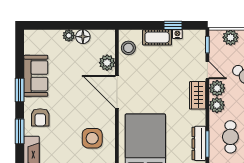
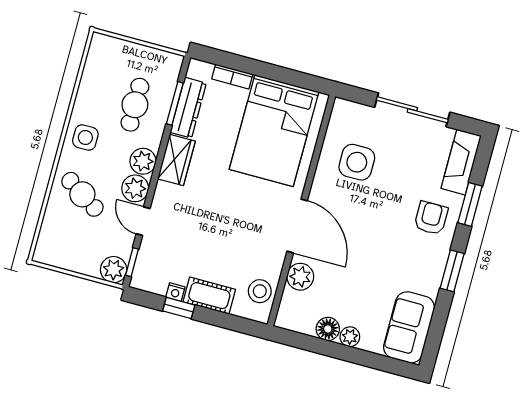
plant: (231, 37) -> (114, 270), moved
sofa: (36, 76) -> (409, 327), moved
wardrobe: (198, 95) -> (176, 160), moved

